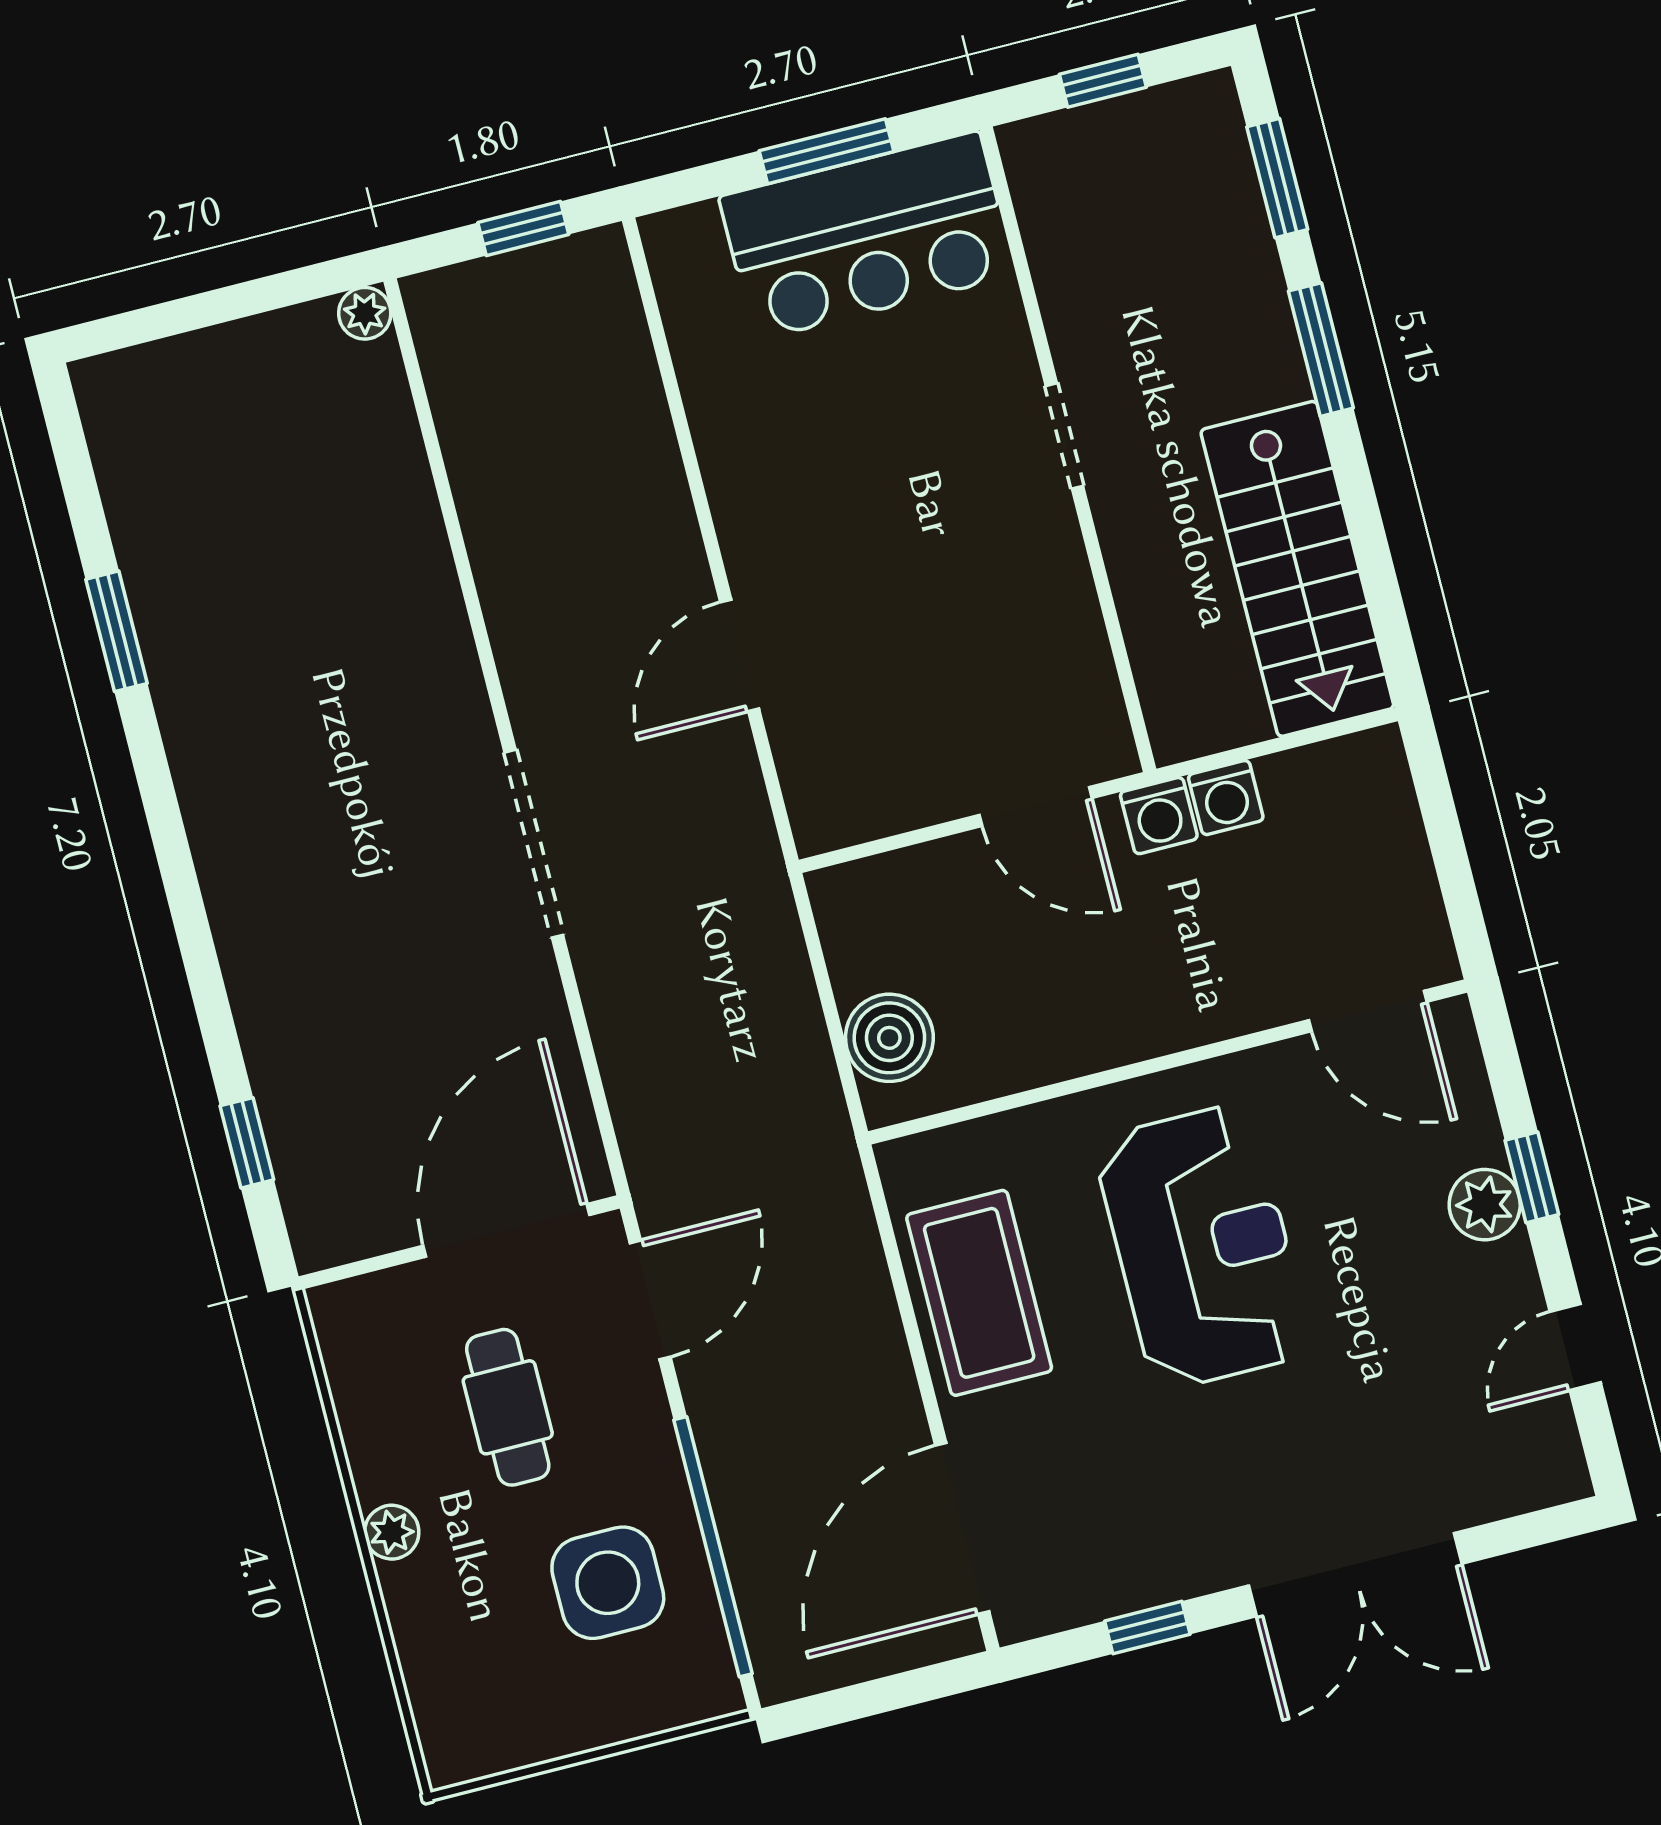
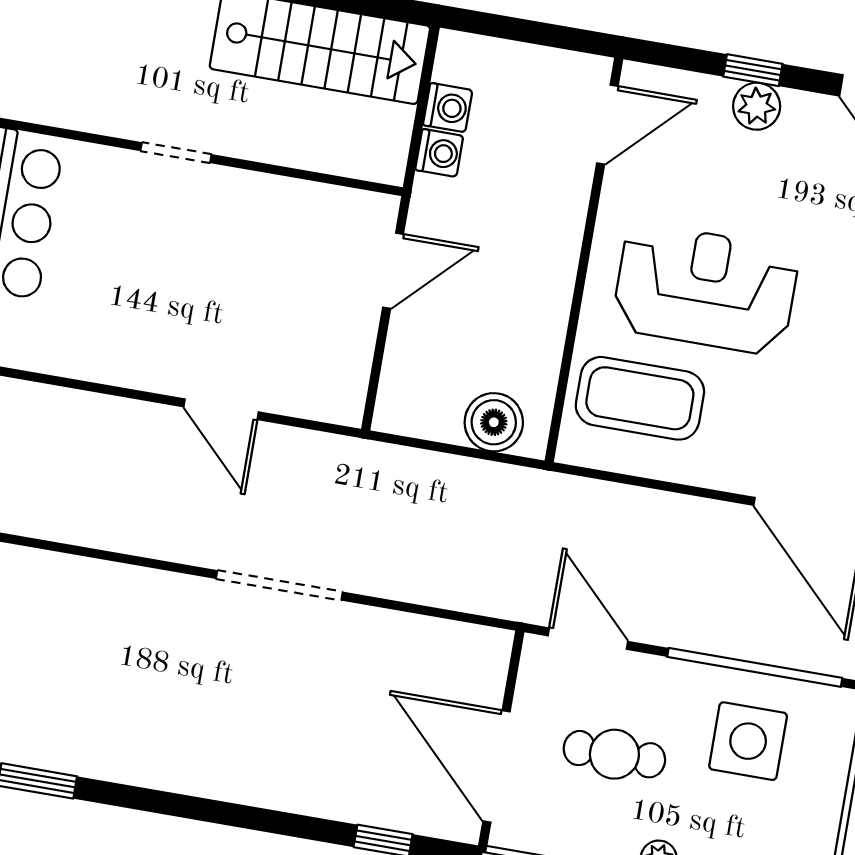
washing machine: (1159, 816) -> (448, 108), moved
door: (506, 1230) -> (496, 766), moved
coffee table: (979, 1293) -> (640, 398), moved

